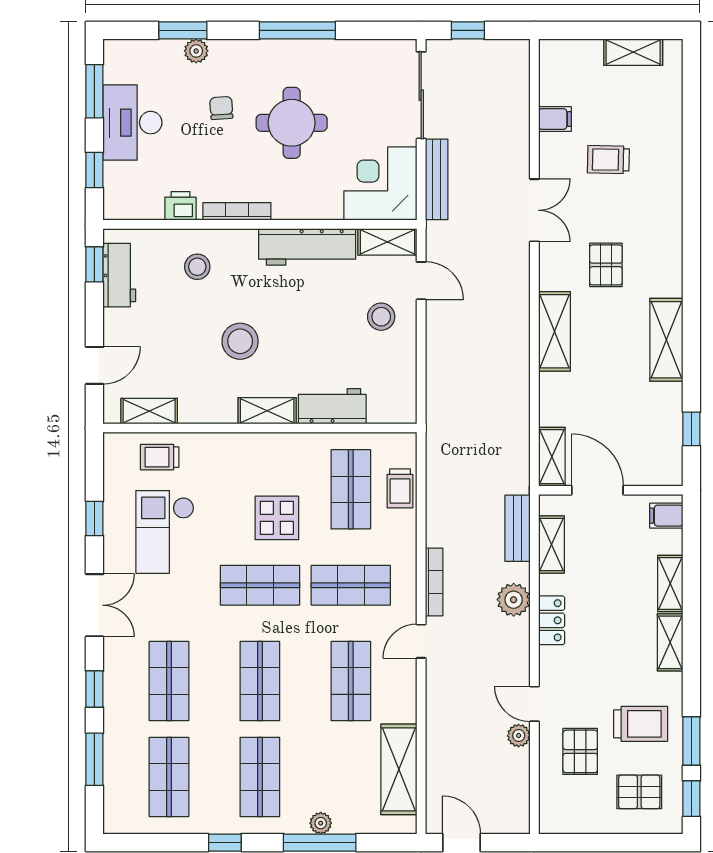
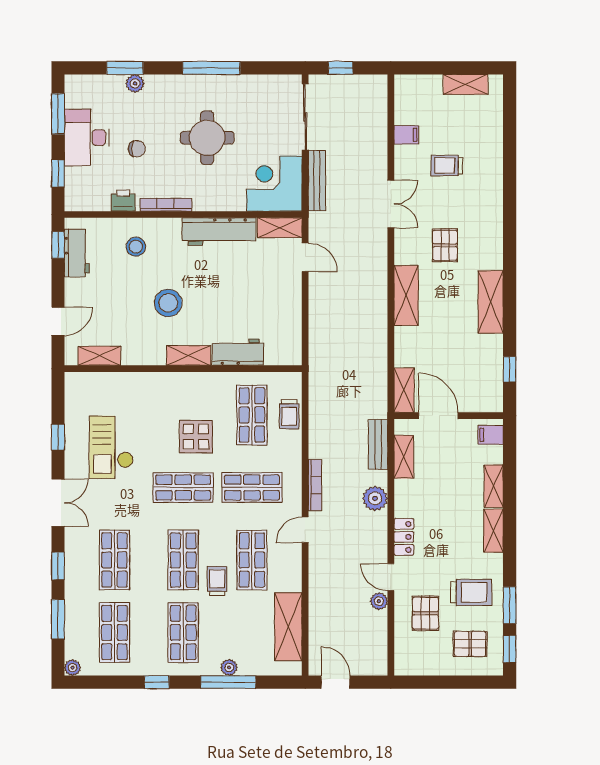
chair: (221, 108) -> (137, 149), moved, turned 94
stool: (381, 317) -> (275, 284), removed
trolley: (160, 457) -> (217, 581), moved, turned 90
locker: (552, 620) -> (404, 537), moved
plant: (114, 823) -> (72, 668), added

